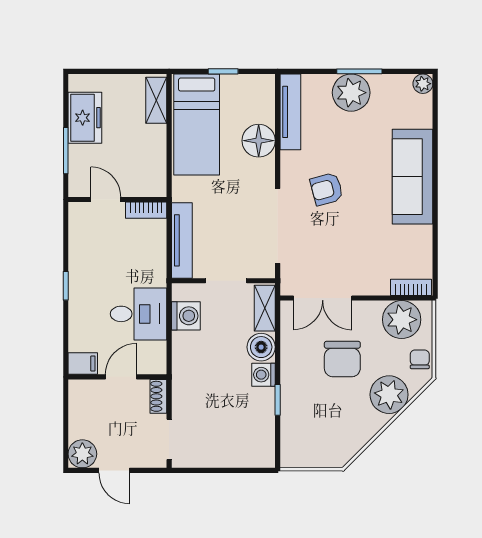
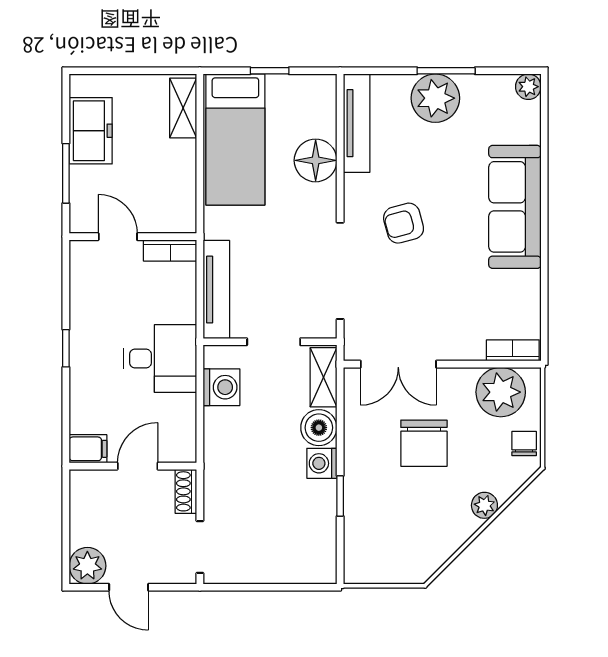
desk: (139, 314) -> (160, 359), moved
plant: (389, 395) -> (484, 505), width x0.53, depth x0.53

